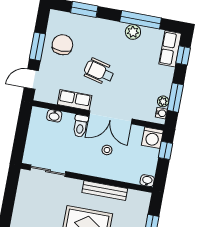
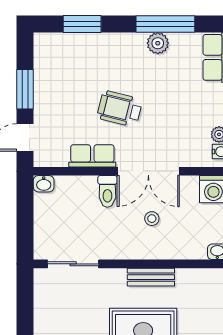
chair: (62, 45) -> (60, 80), removed
washbasin: (54, 116) -> (44, 184), moved
bench: (105, 191) -> (151, 277), width x0.73

